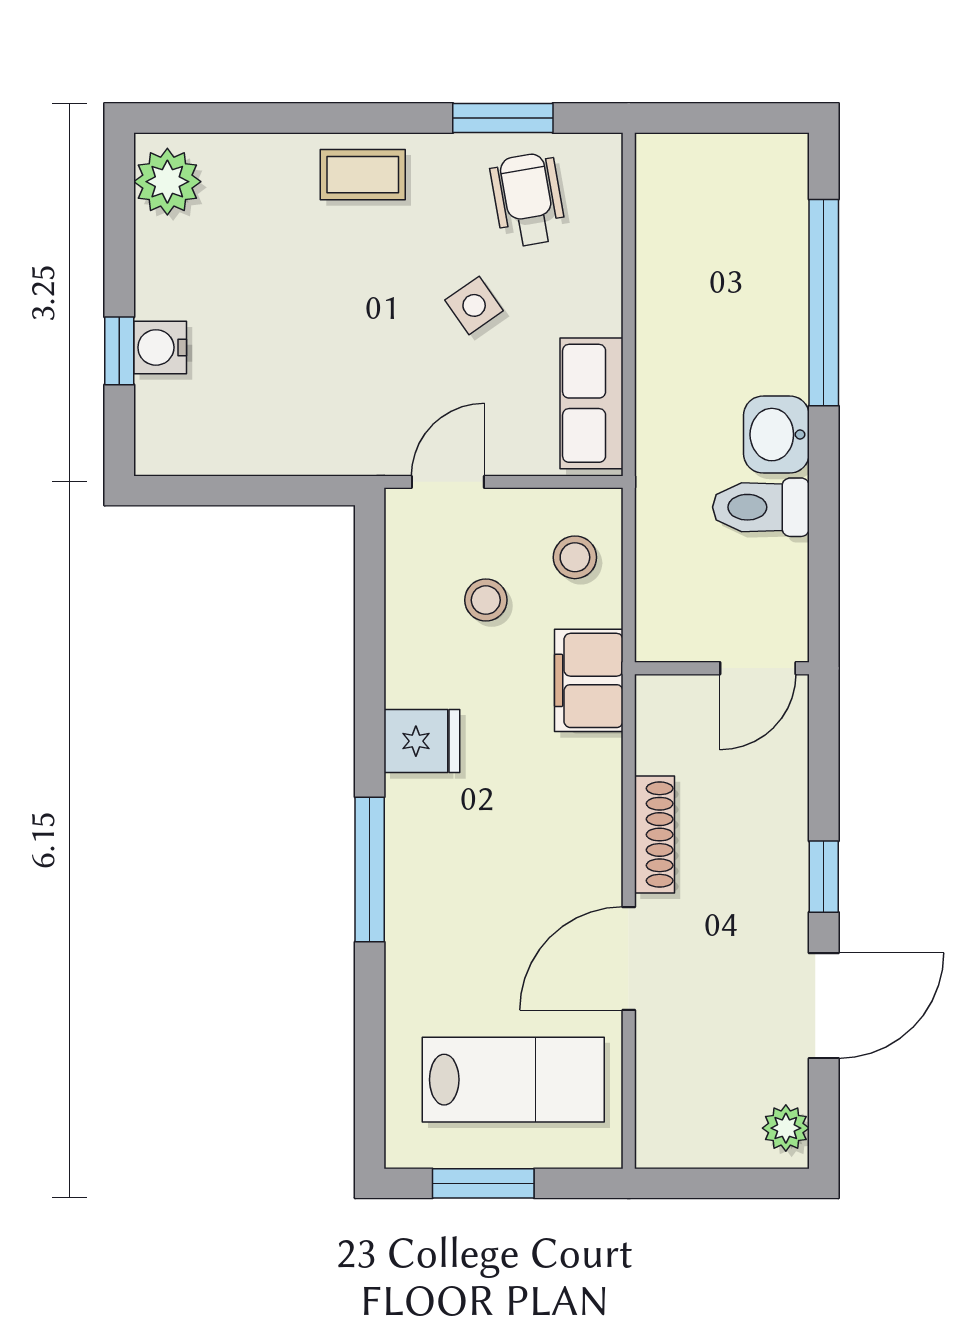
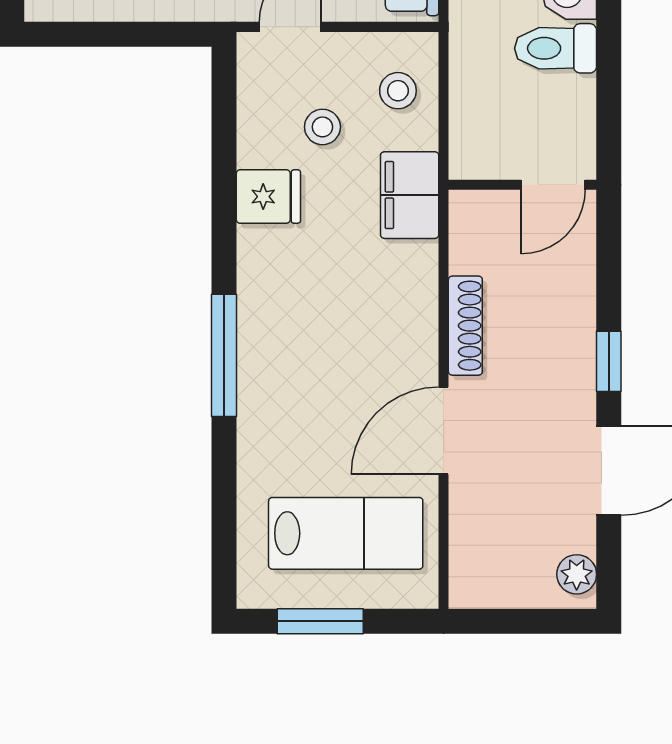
fridge: (422, 741) -> (268, 197), moved

